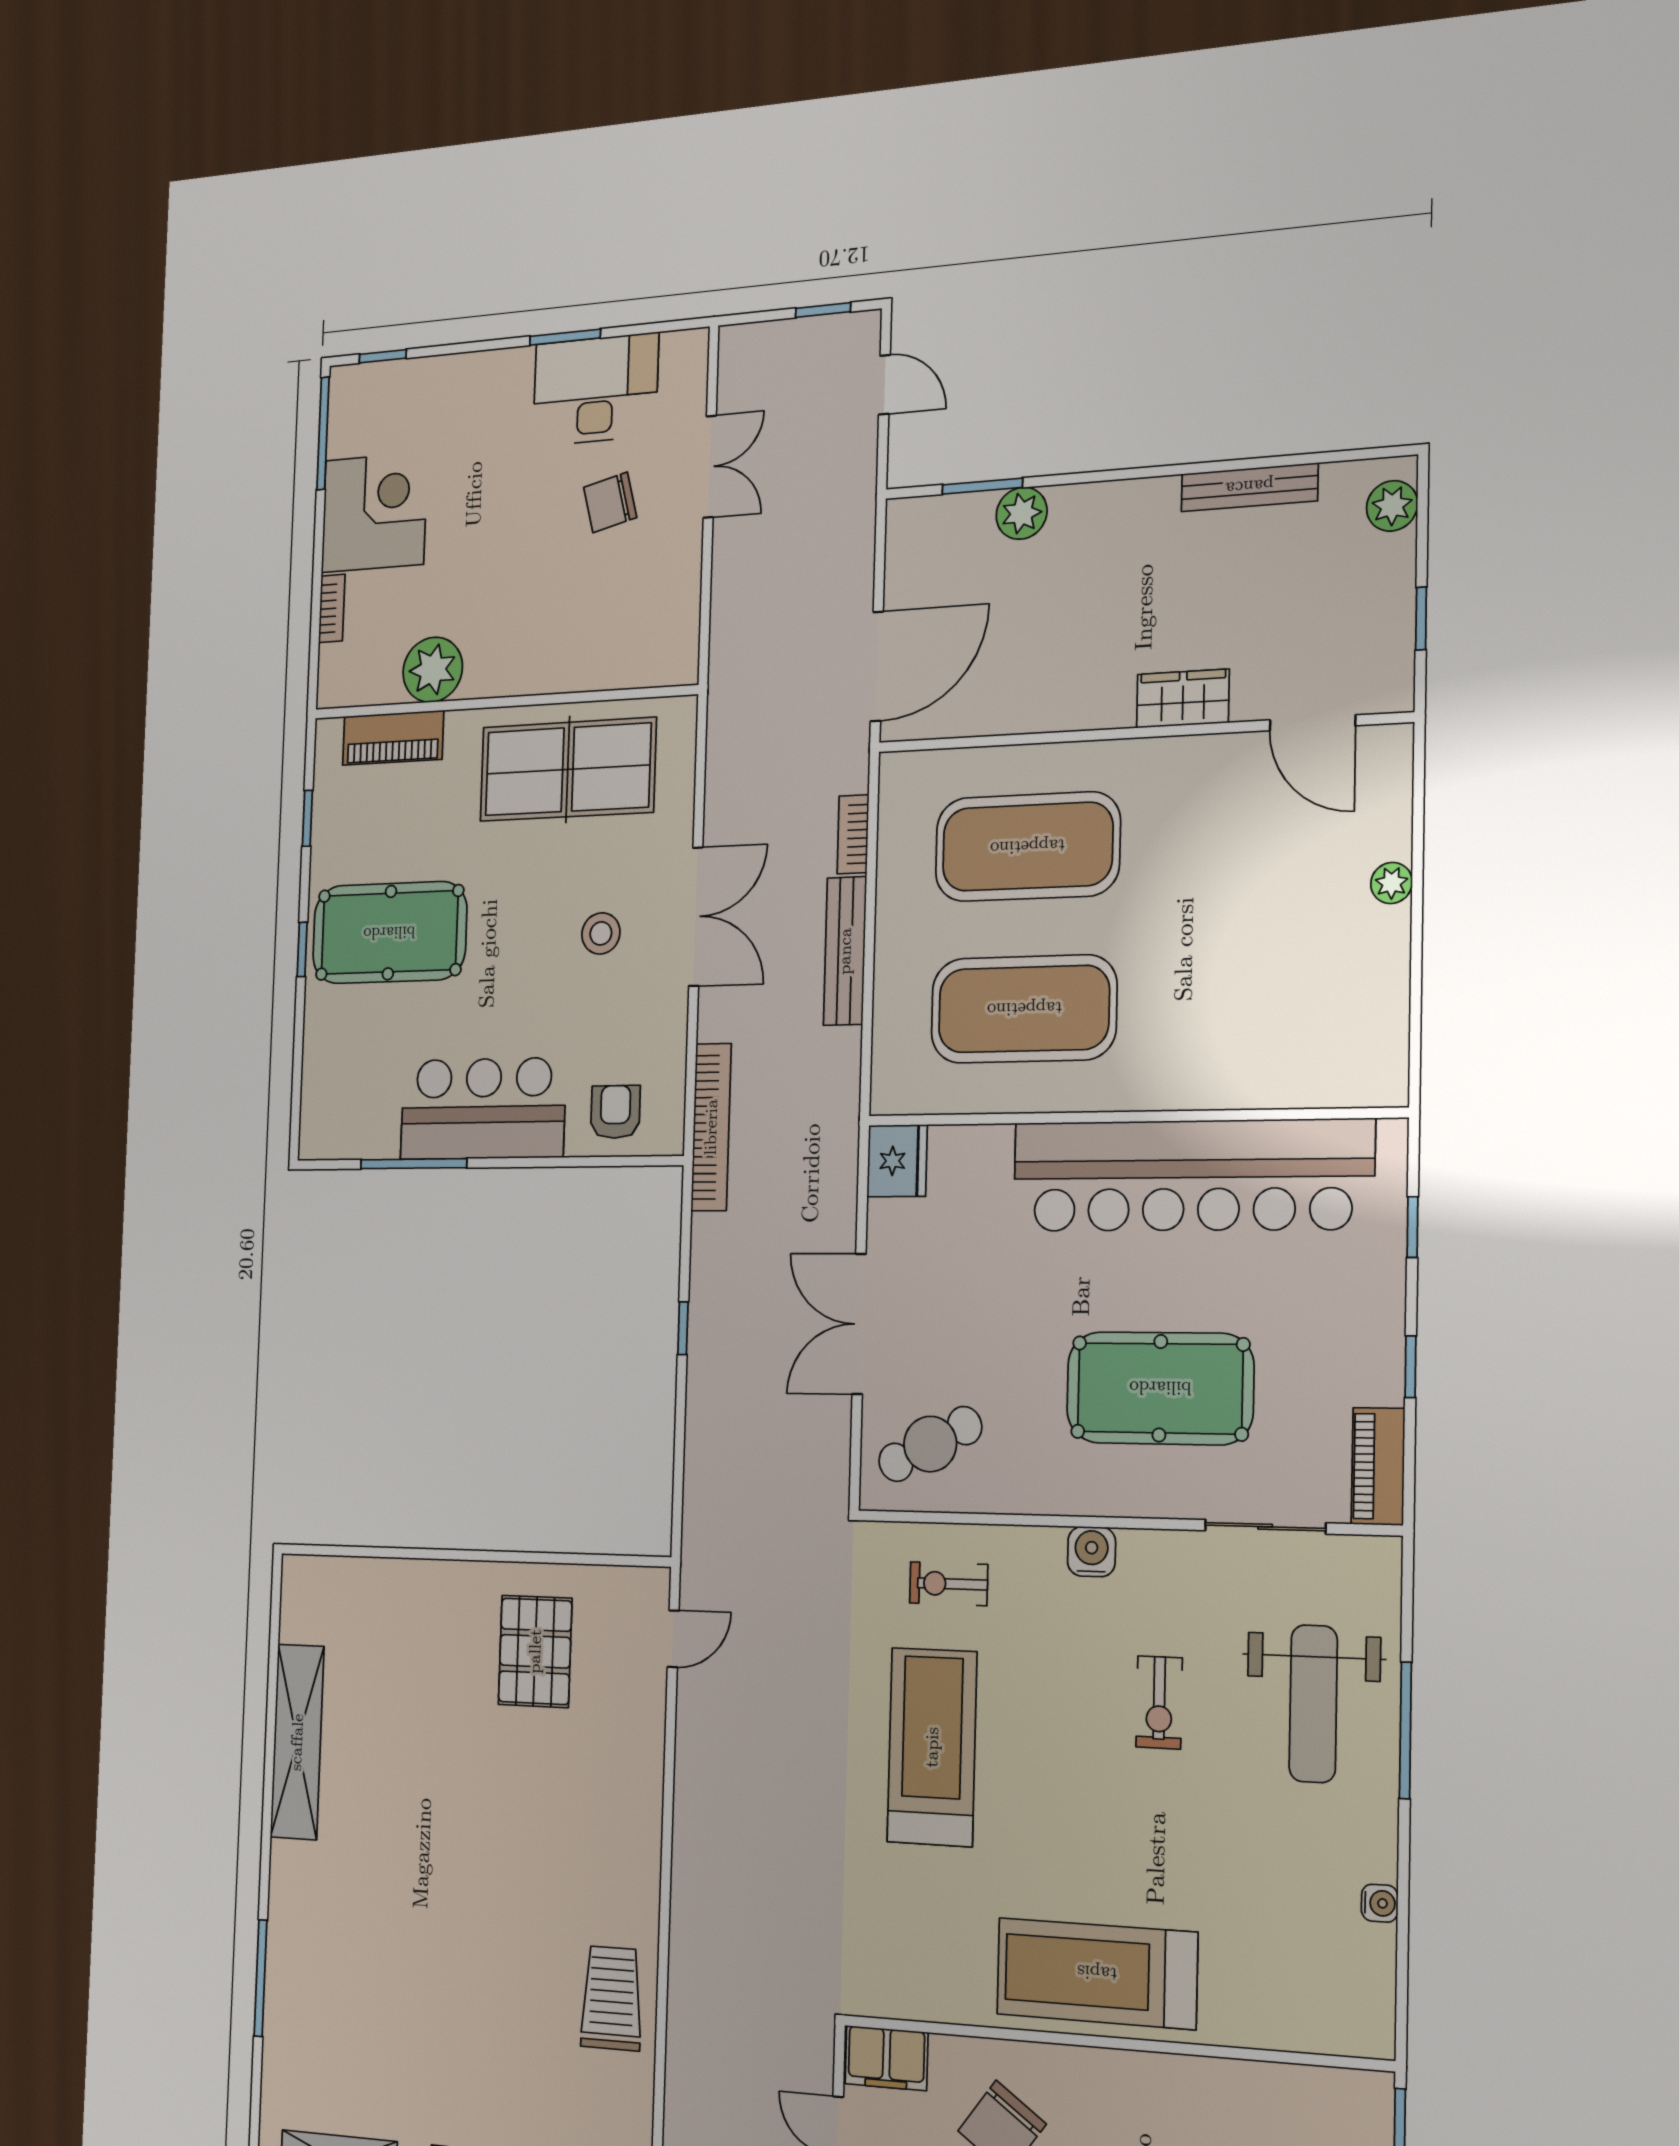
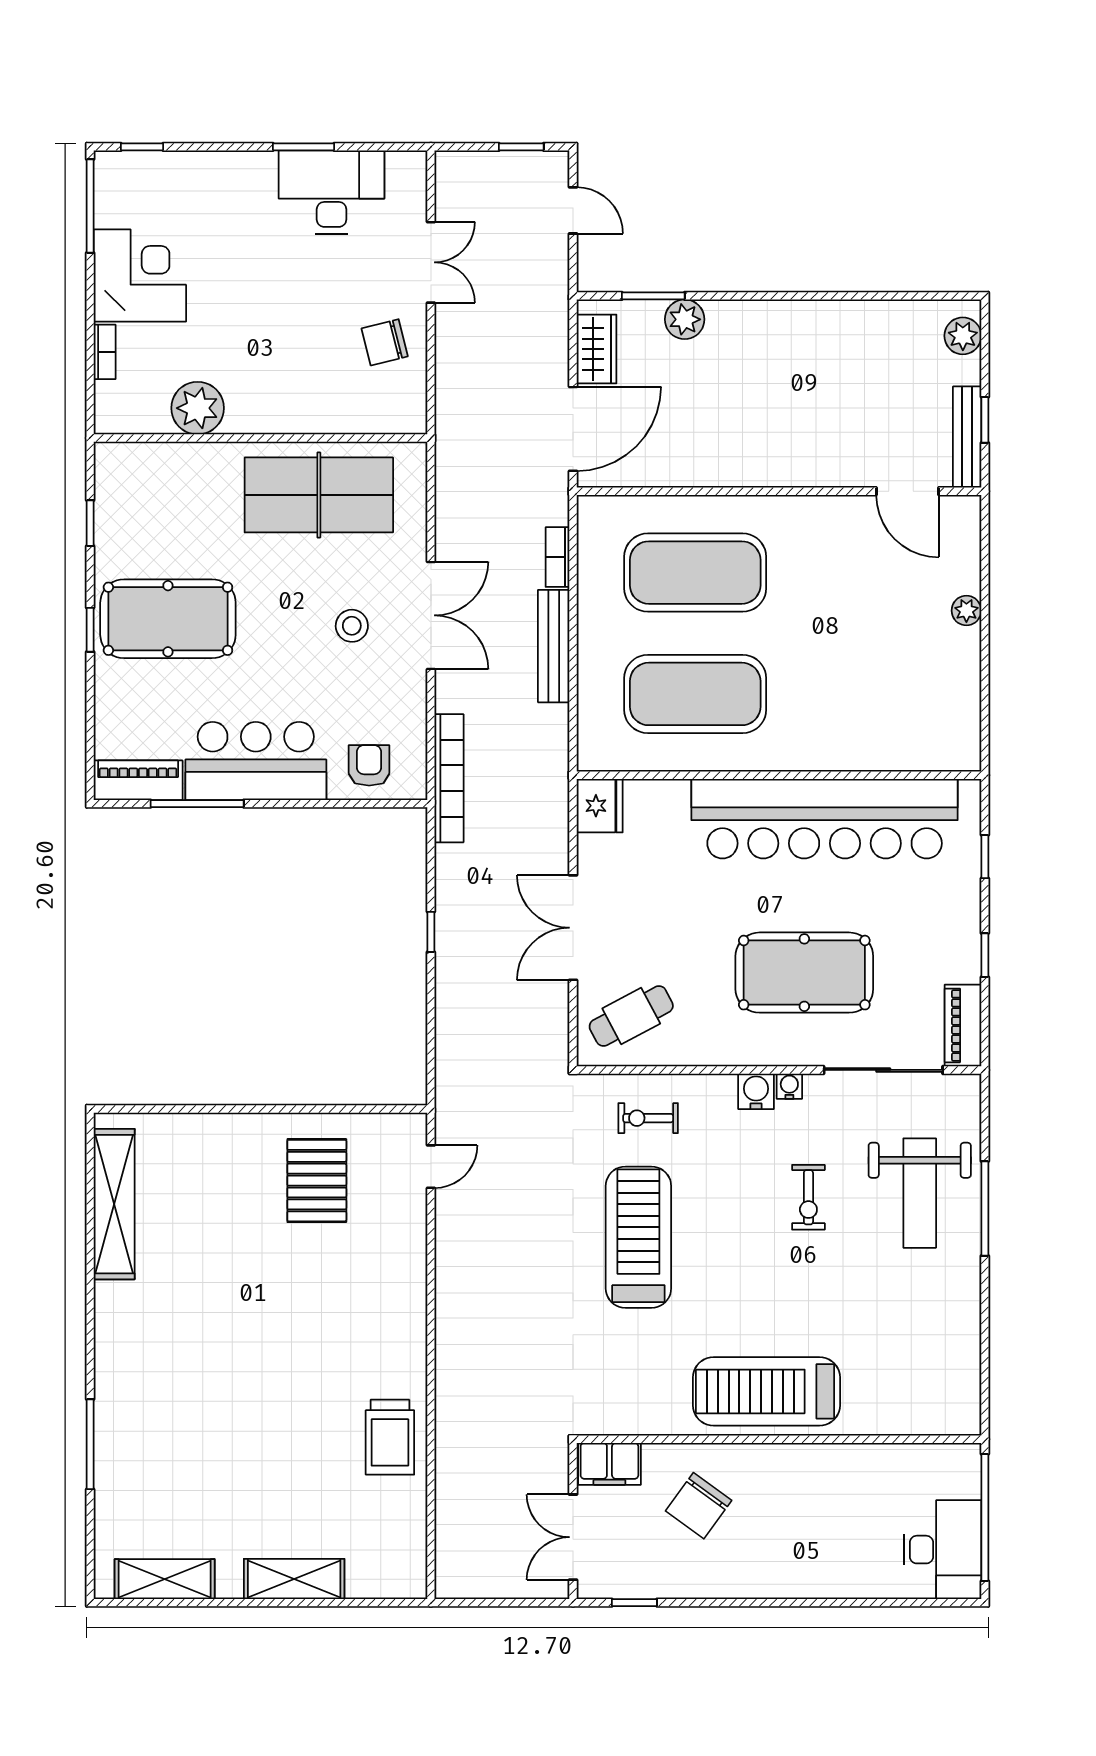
bench: (1249, 487) -> (967, 437), moved, turned 90
chair: (610, 502) -> (385, 342), moved
wardrobe: (1183, 698) -> (596, 349), moved, turned 90
piano: (393, 738) -> (138, 780), moved, turned 180
sliding door: (1265, 1527) -> (883, 1070), width x1.37
shelving: (297, 1742) -> (114, 1204), moved
water cooler: (1380, 1903) -> (789, 1086), moved, turned -90
trolley: (612, 1998) -> (390, 1437), turned 180

